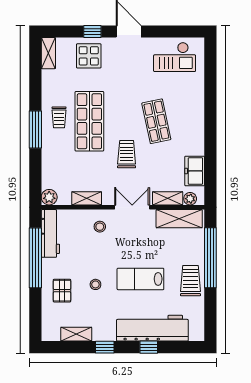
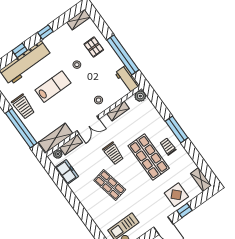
workbench: (50, 233) -> (127, 79), width x0.73
shelving: (76, 334) -> (79, 20), moved

